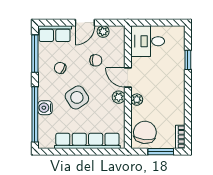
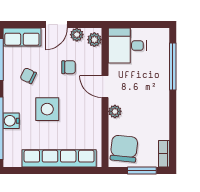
window: (188, 60) -> (173, 67), width x2.17
side table: (77, 97) -> (47, 109), turned 33
plant: (119, 97) -> (94, 40), moved

